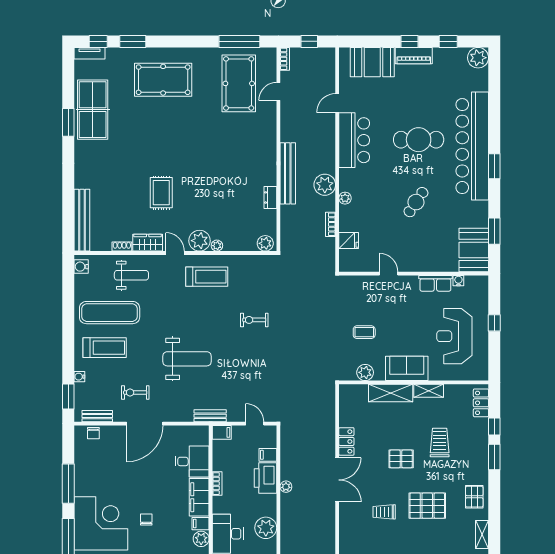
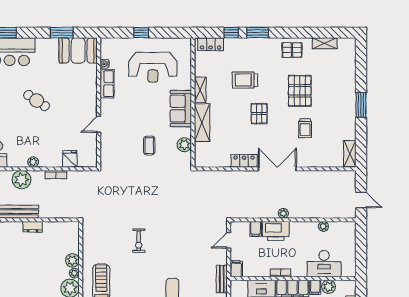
plant: (265, 243) -> (72, 260), moved
plant: (266, 528) -> (323, 226), width x0.53, depth x0.53

